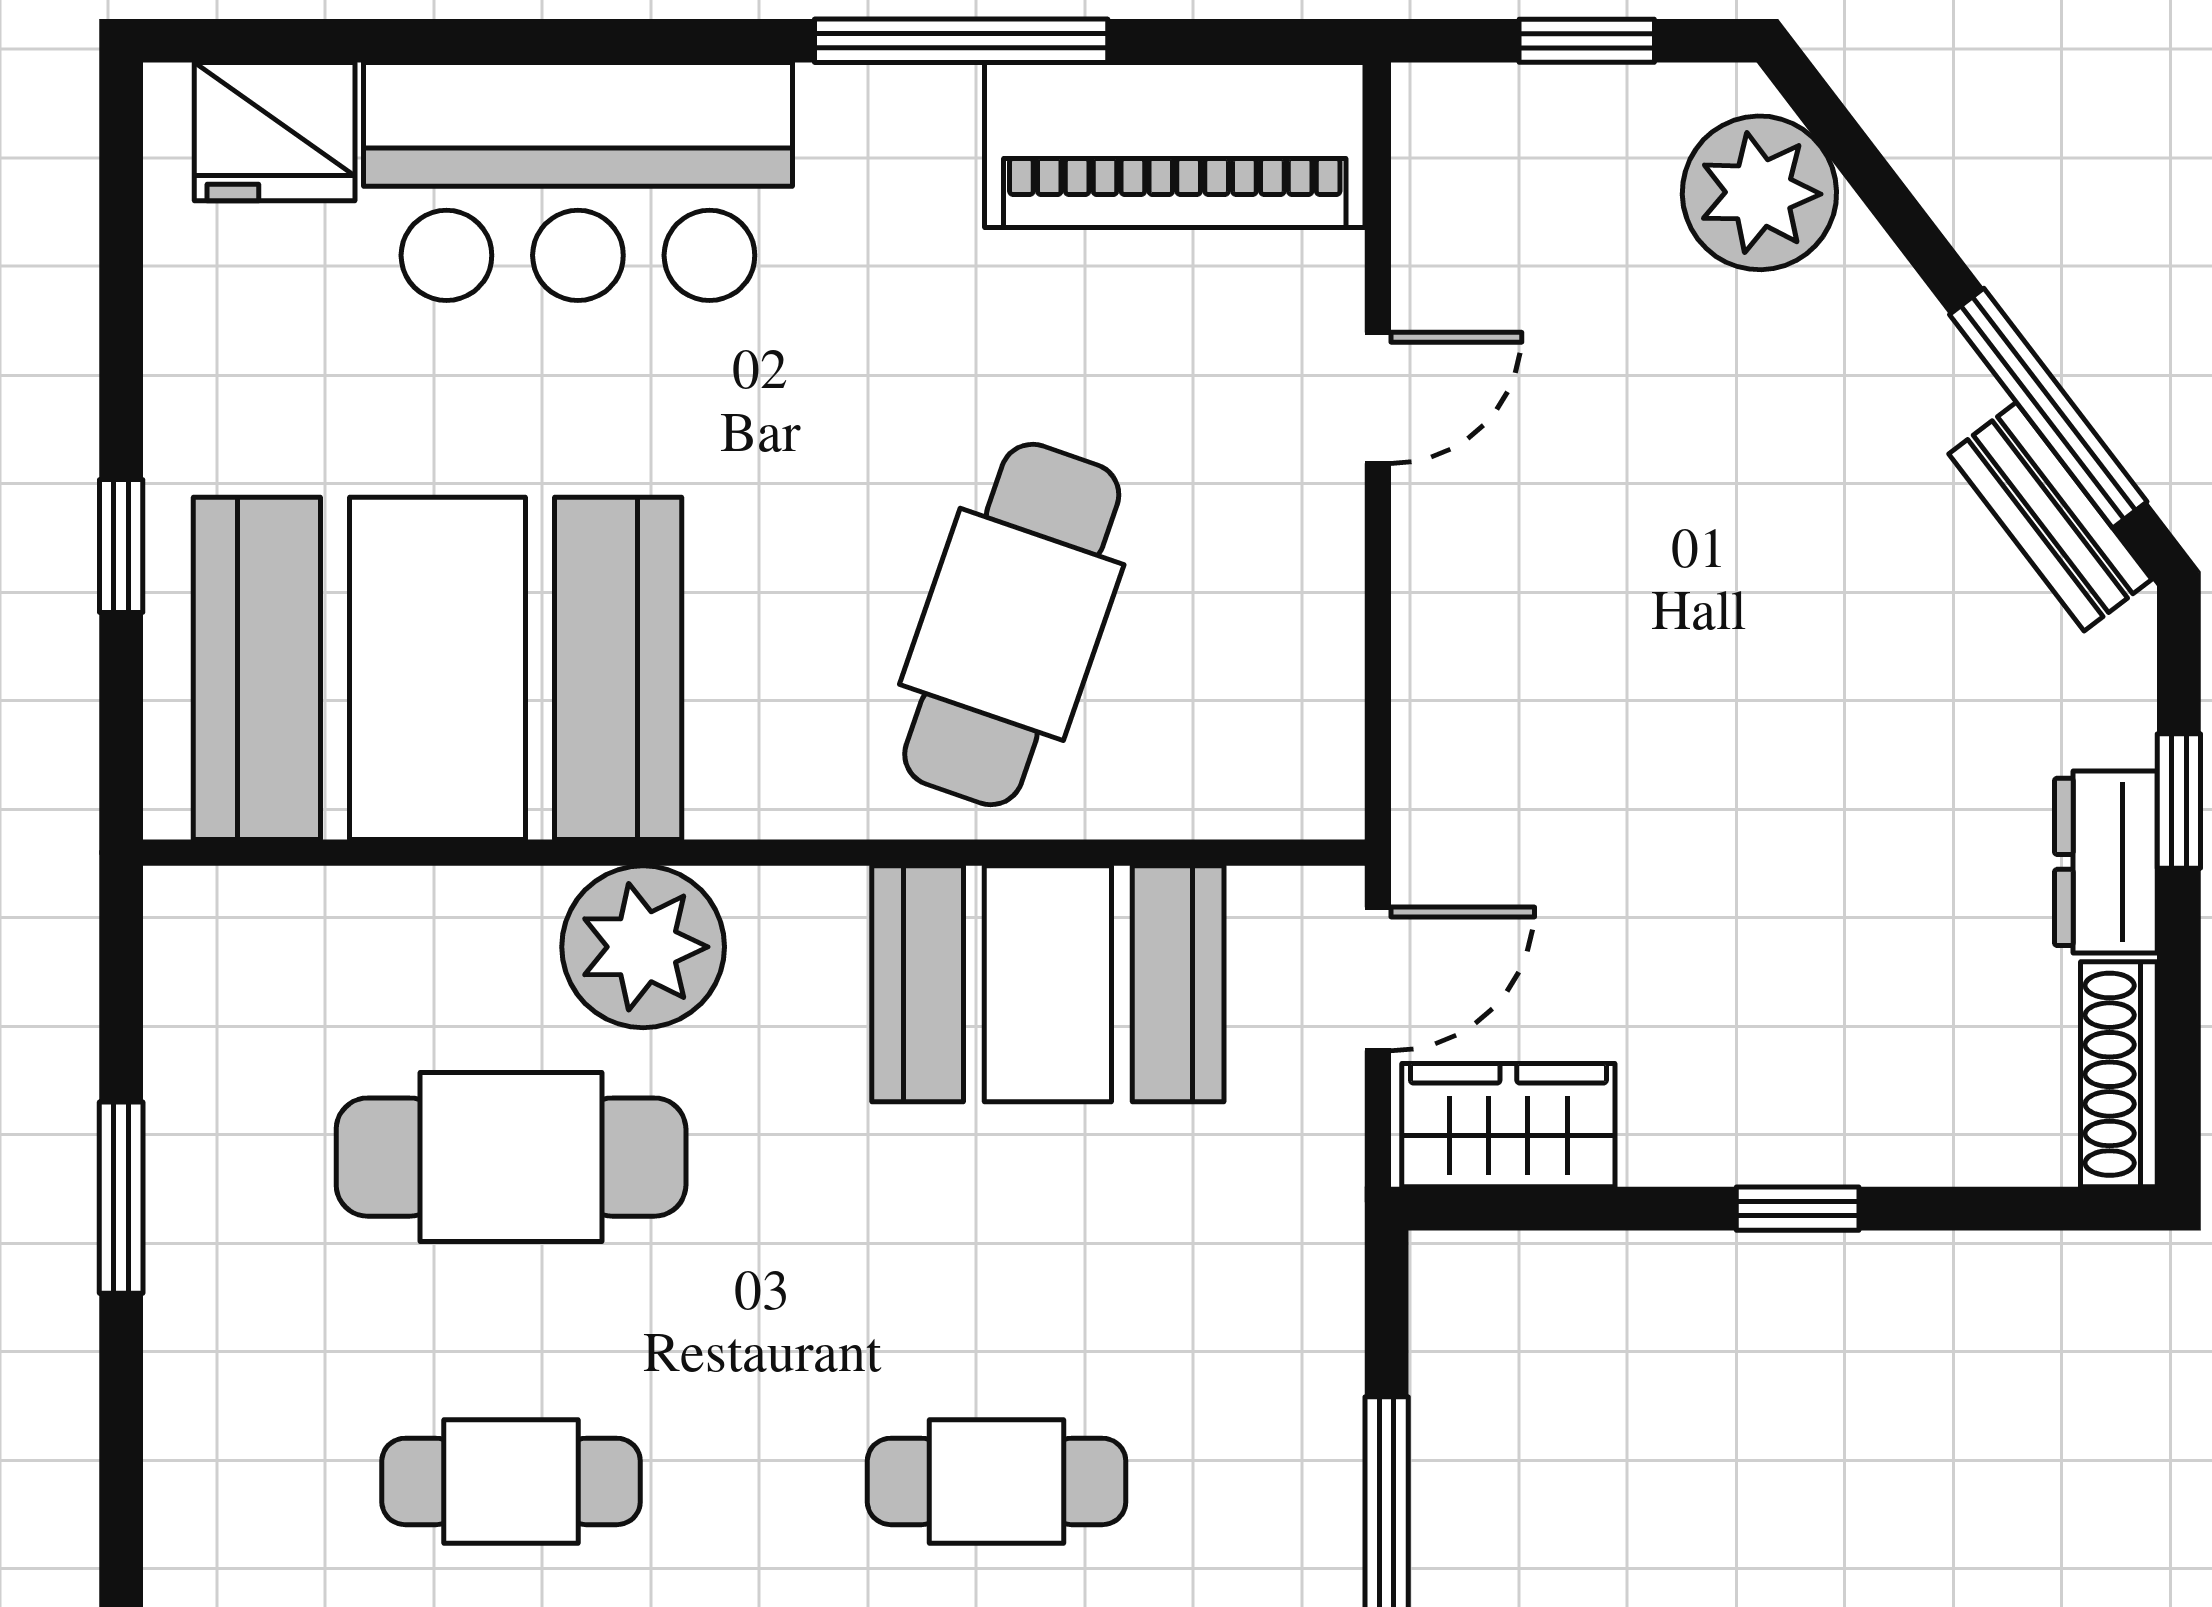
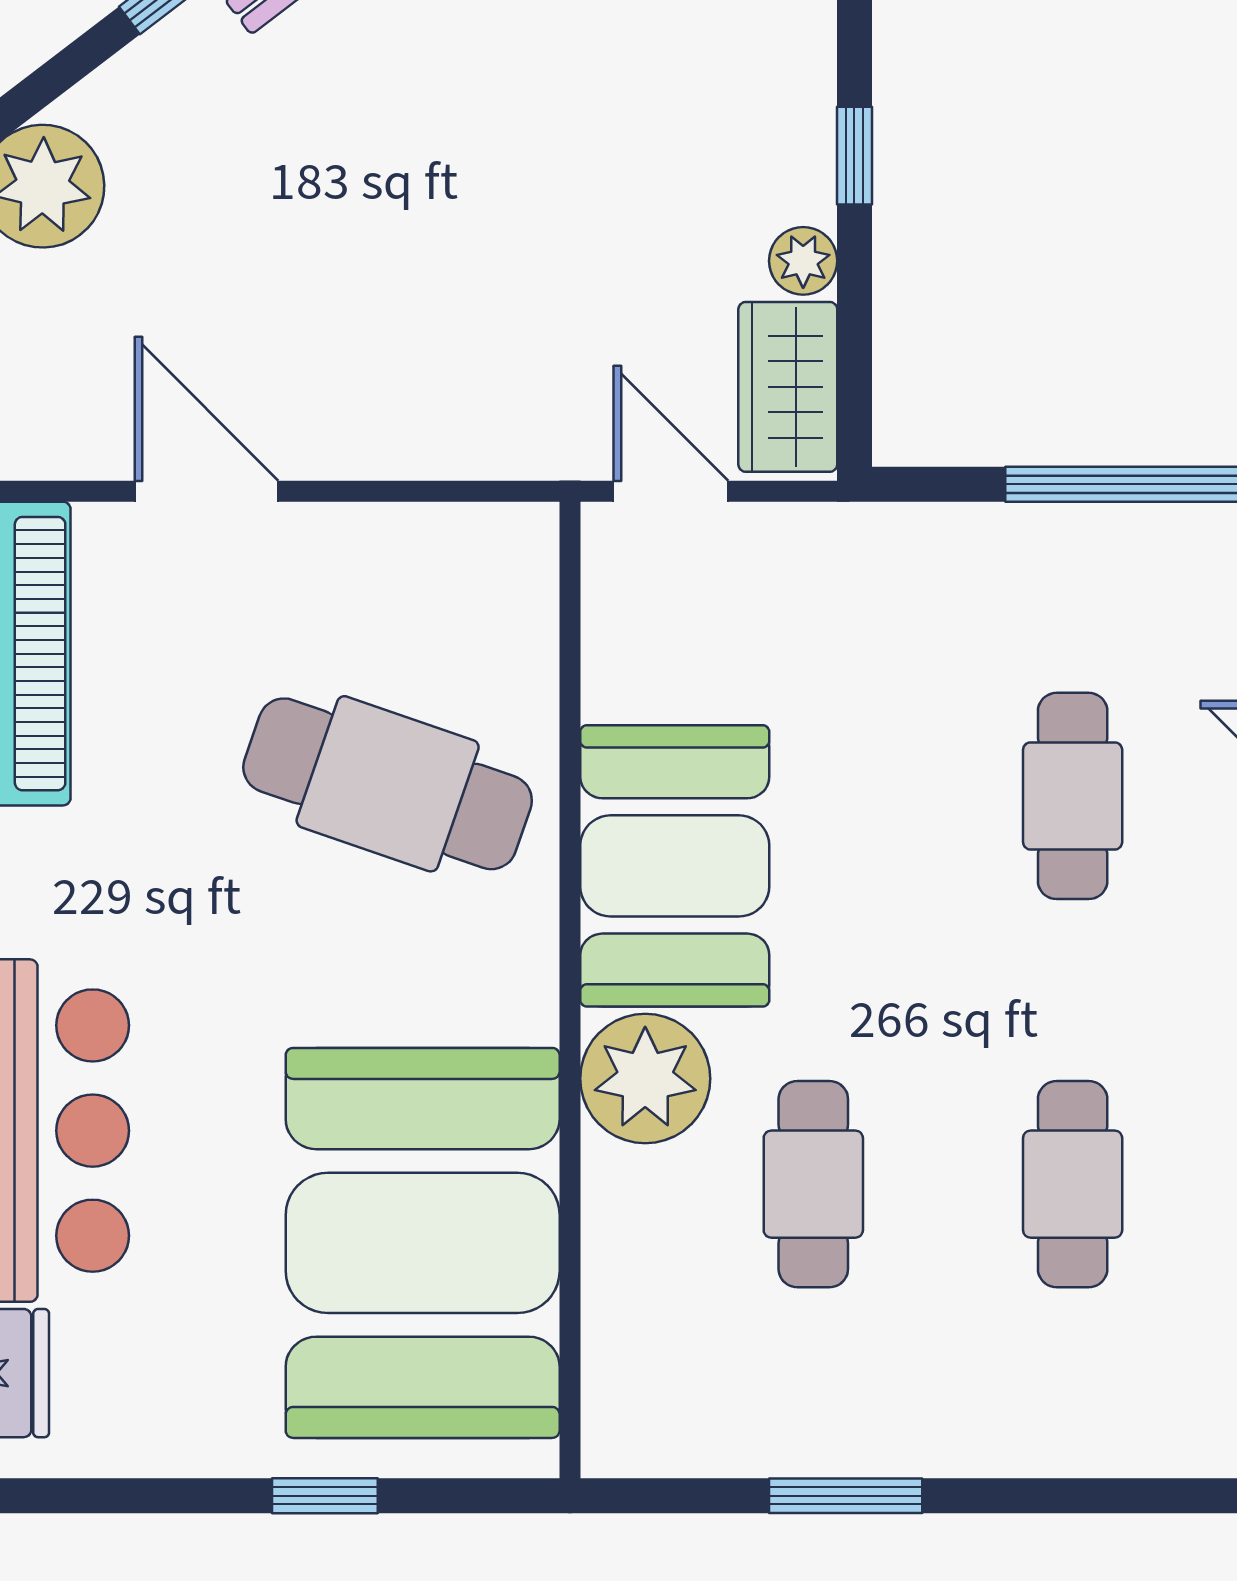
door: (1378, 398) -> (206, 491), width x1.37
booth: (1048, 984) -> (675, 866), moved
plant: (1666, 1144) -> (803, 261), added
cafe table: (511, 1157) -> (813, 1184), width x0.73, depth x0.74

